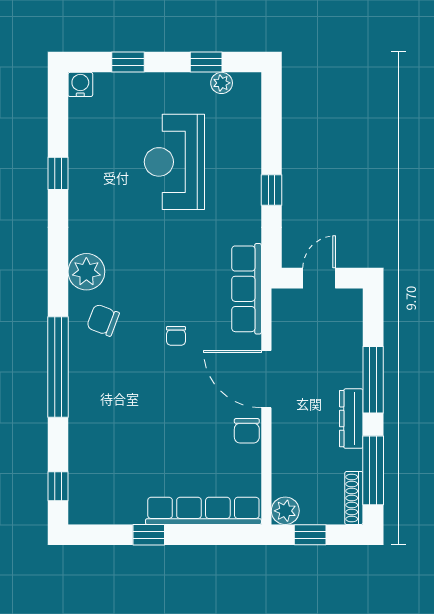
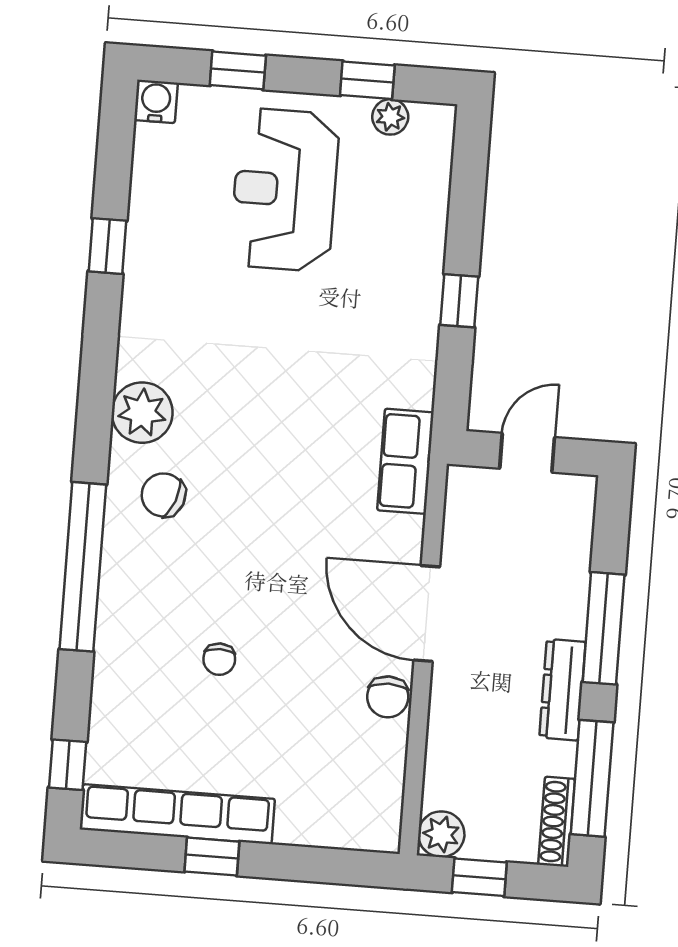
reception desk: (174, 162) -> (285, 190), moved
row of seats: (247, 289) -> (405, 461), width x0.68
chair: (176, 336) -> (219, 659), moved
row of seats: (203, 511) -> (177, 814), moved

